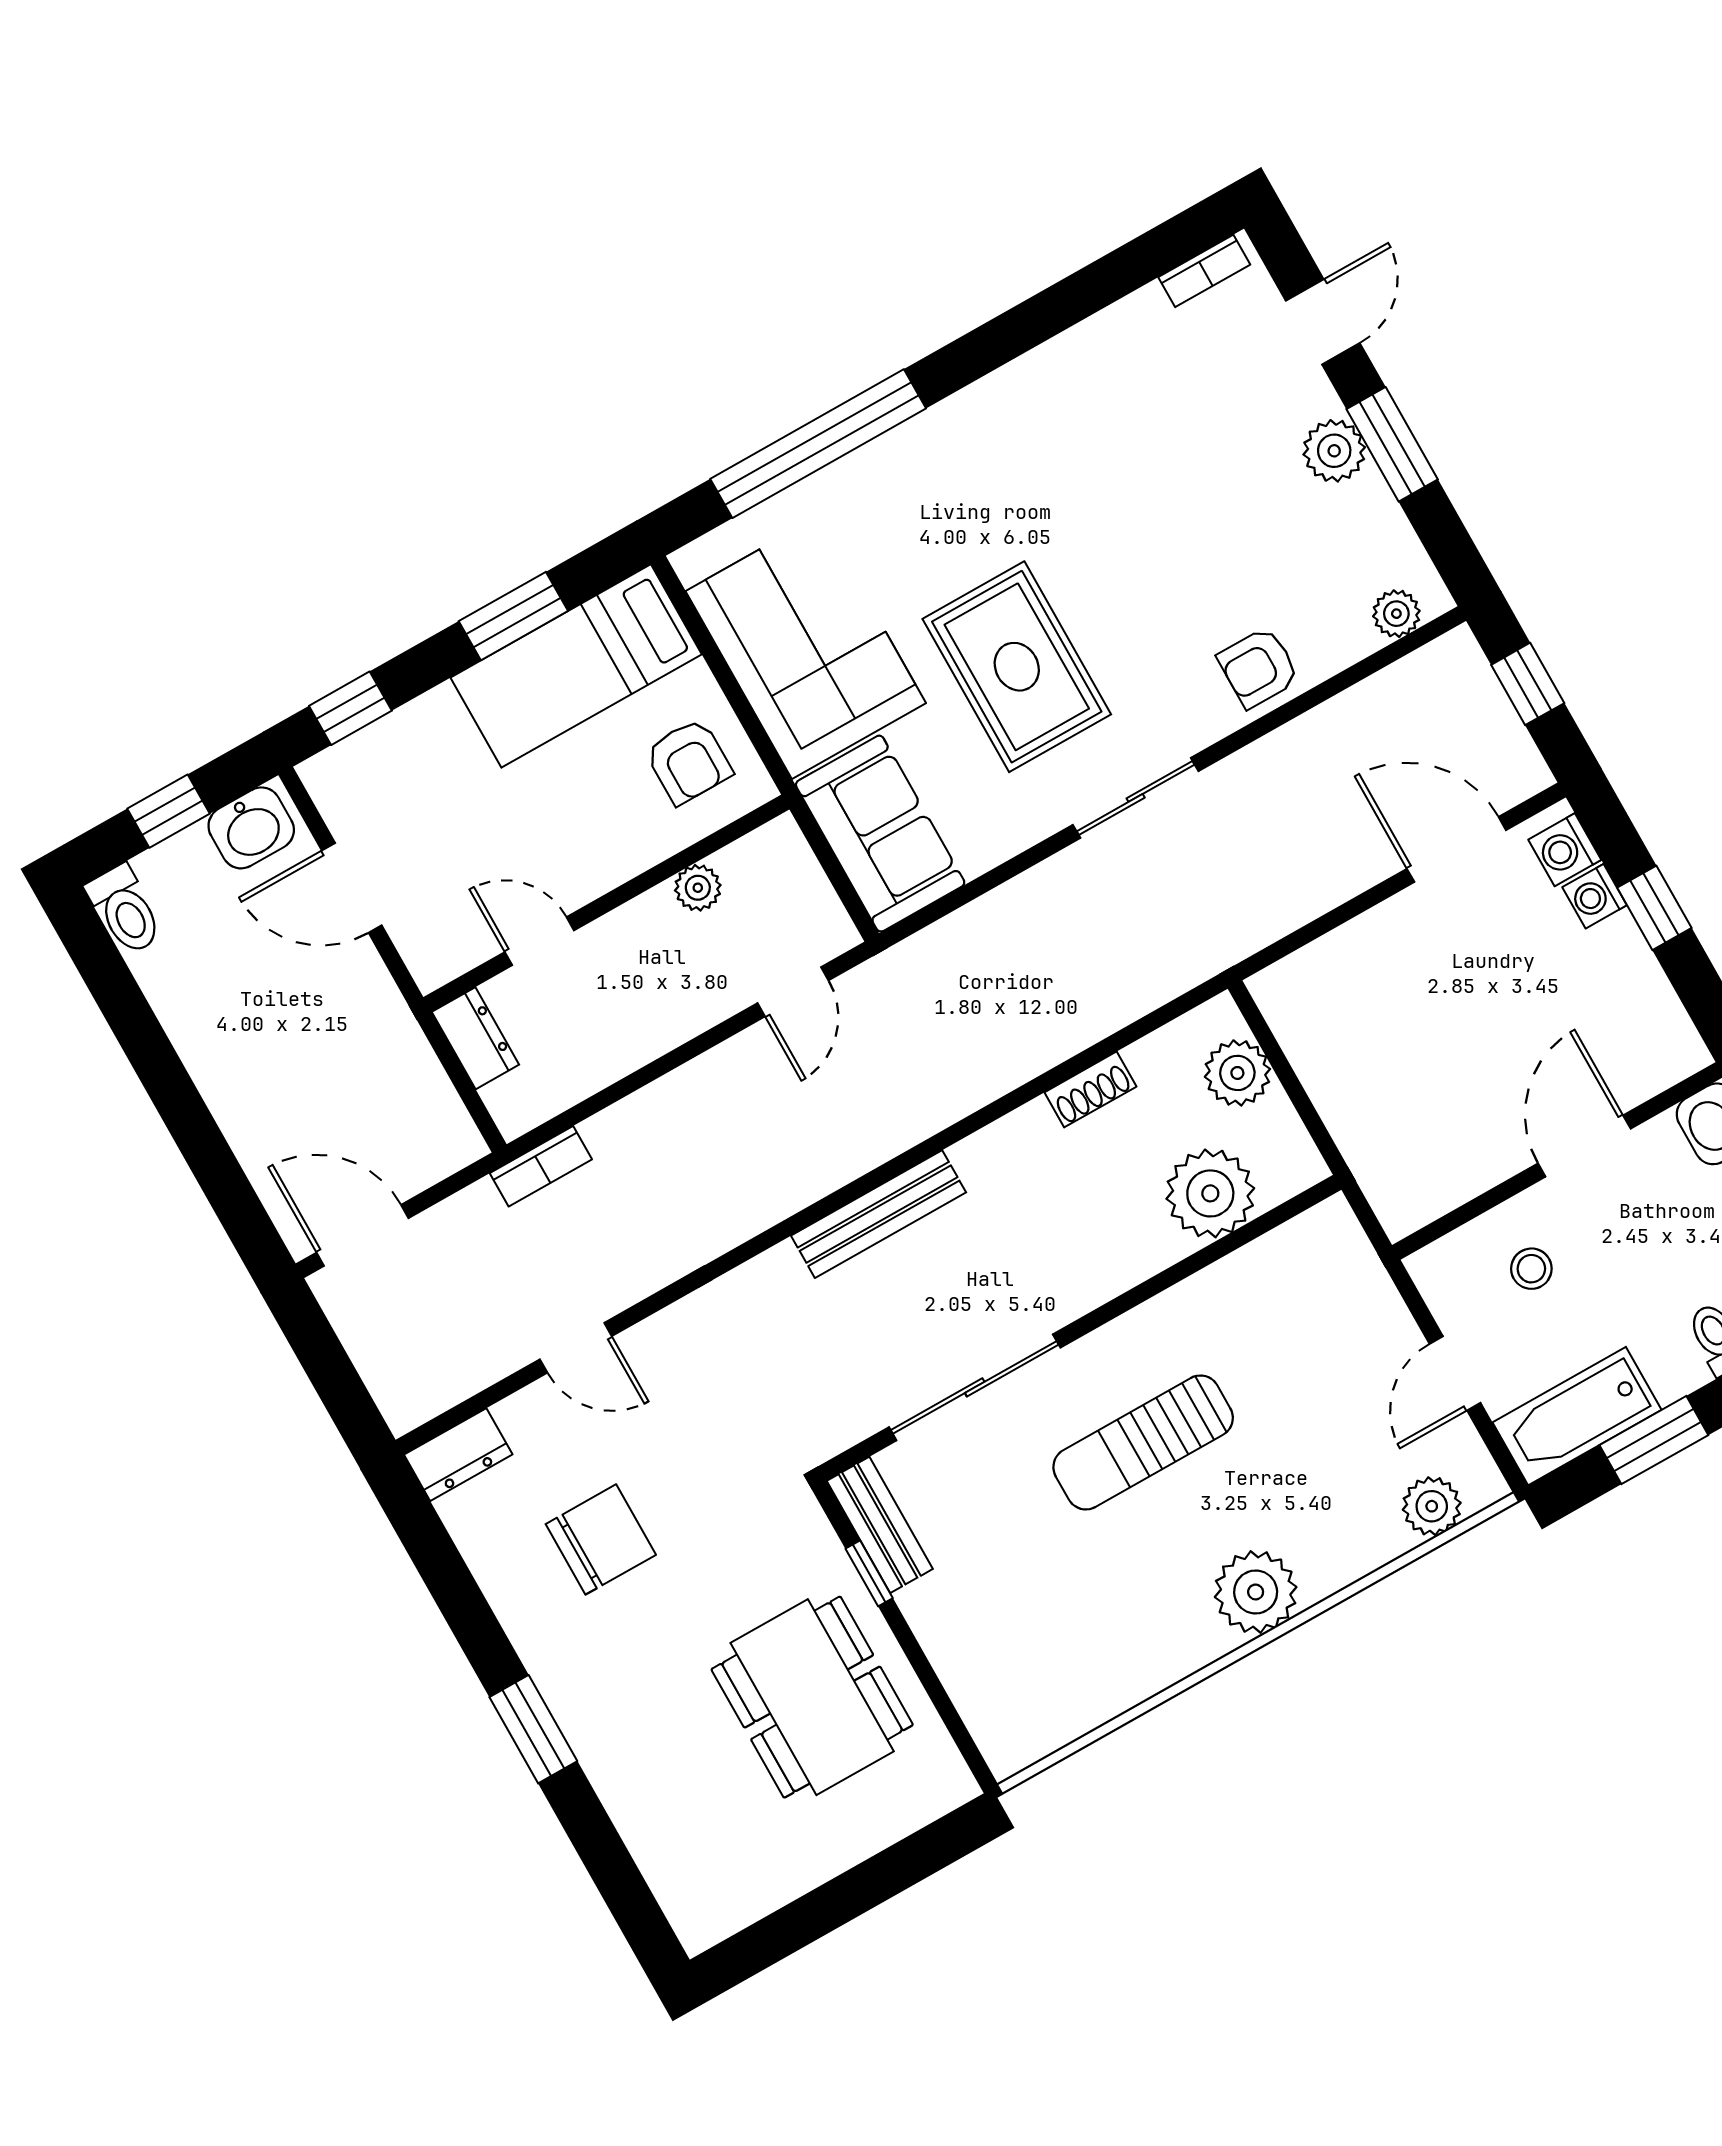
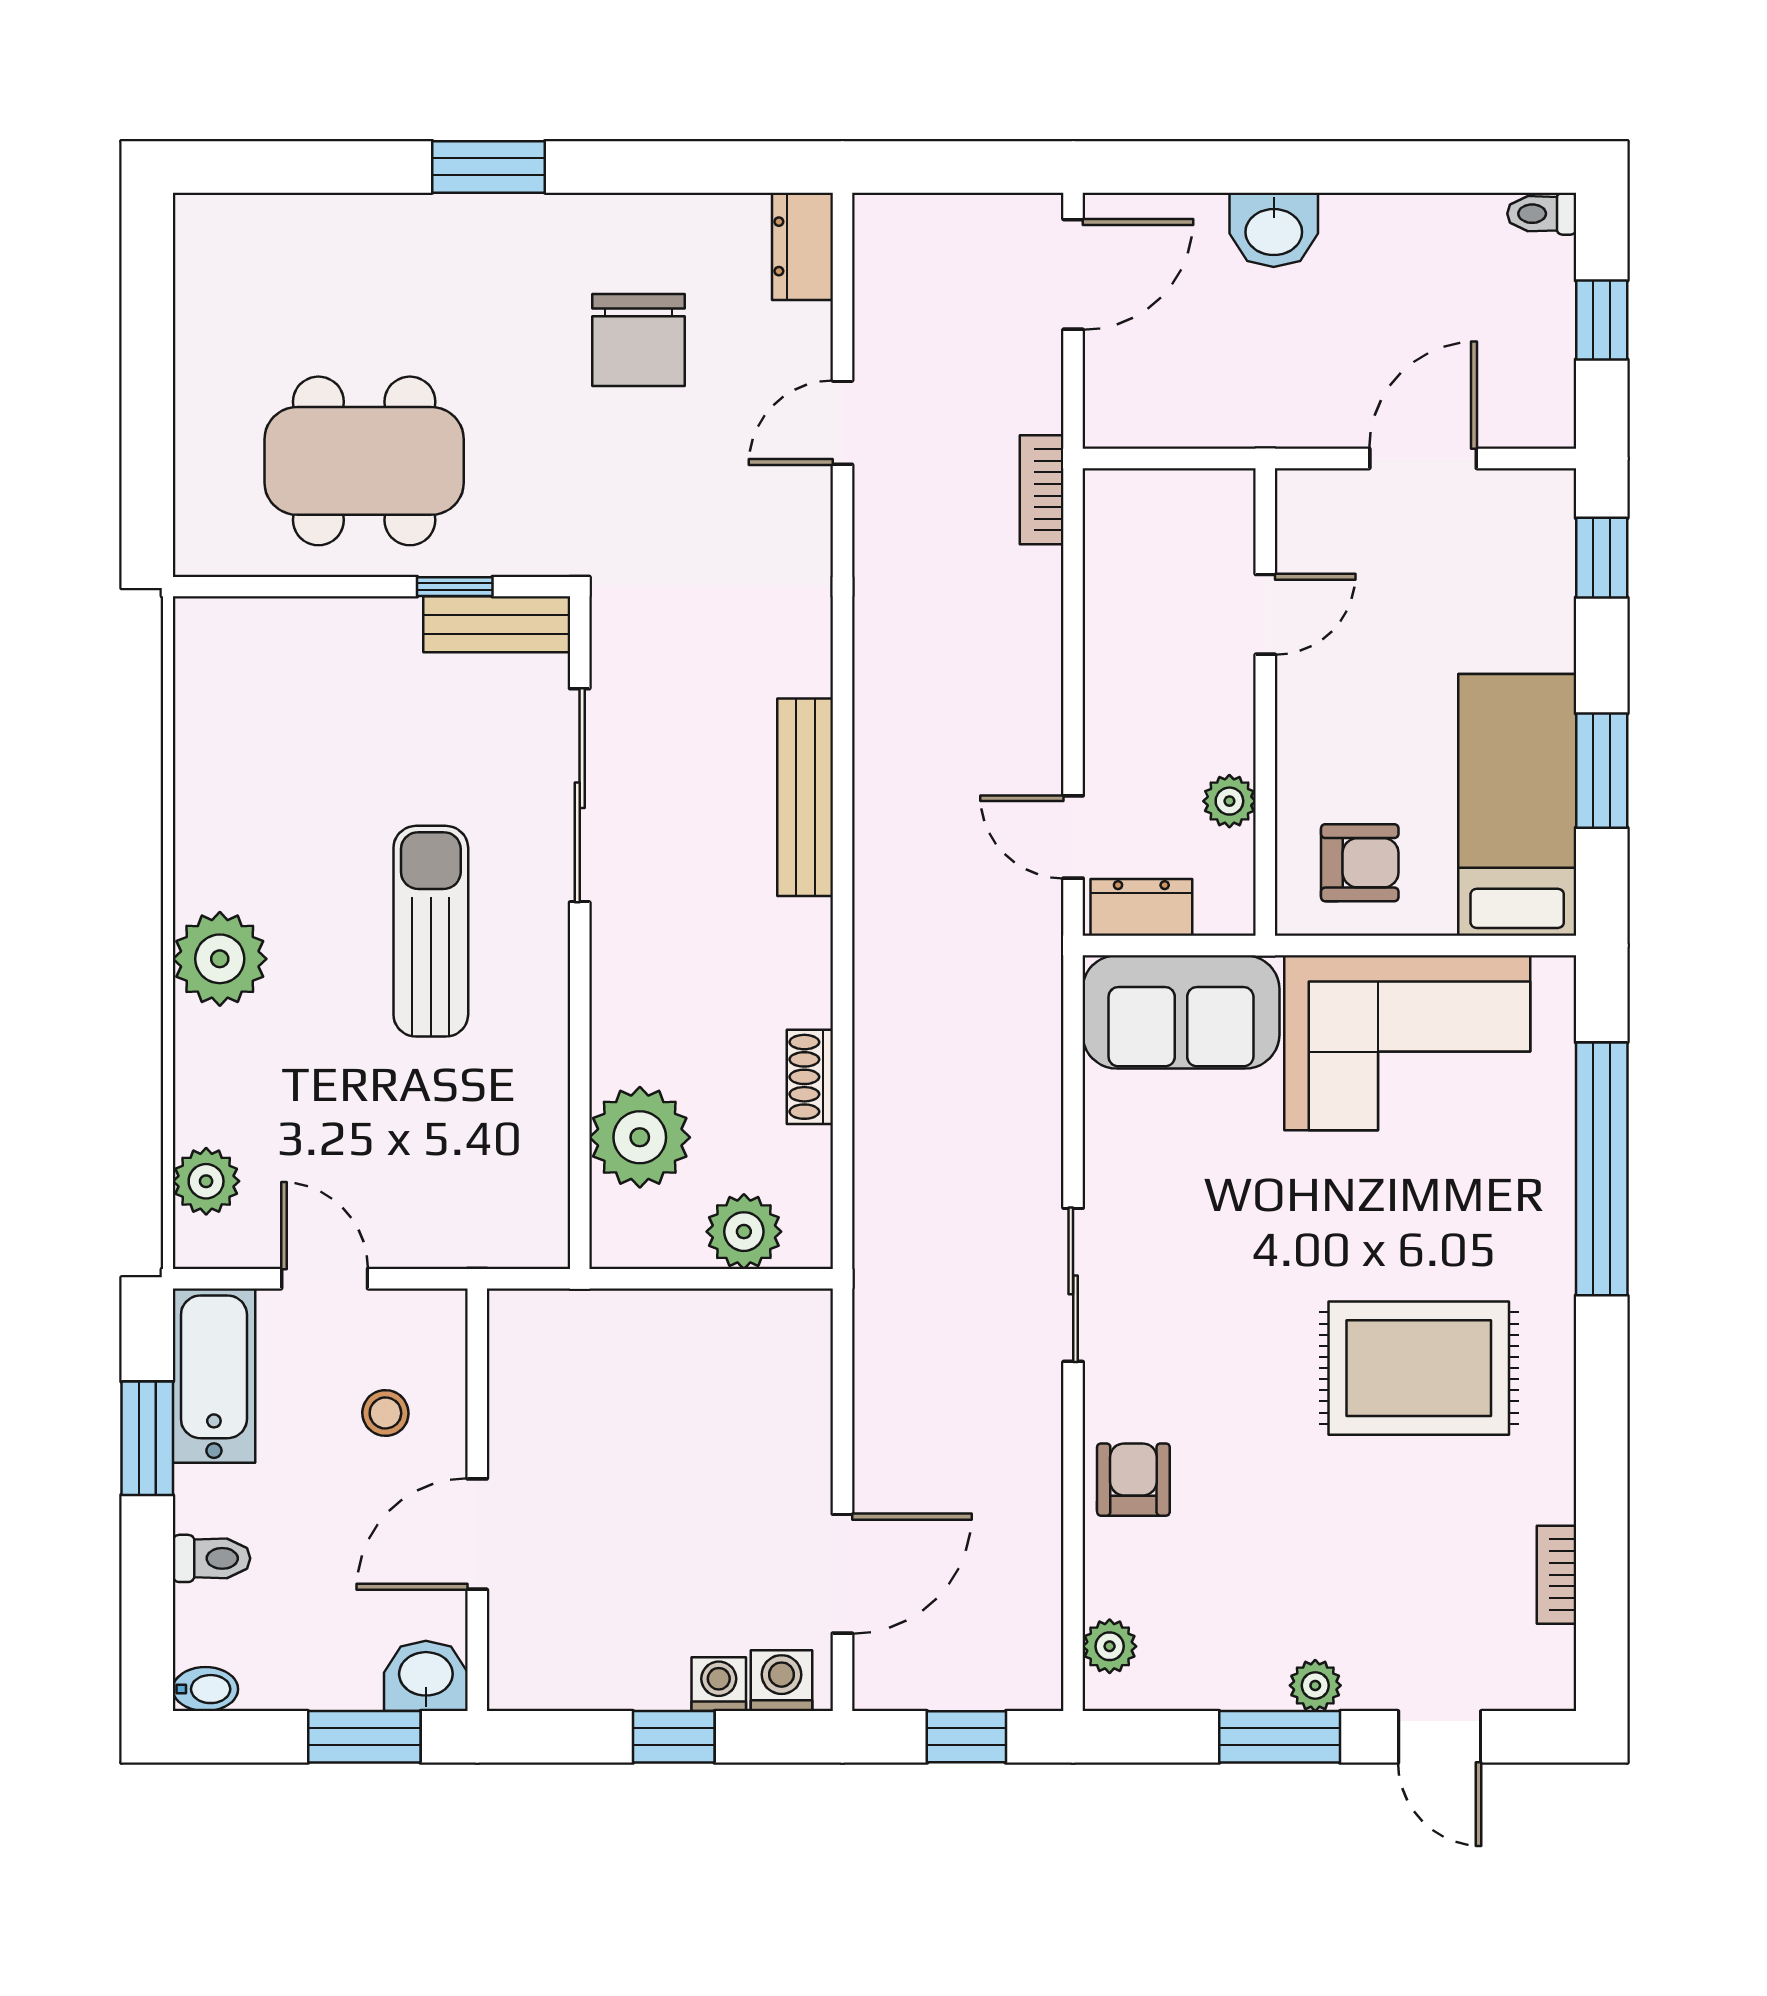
bookcase: (1204, 271) -> (1556, 1575), moved
plant: (1334, 451) -> (1315, 1685), width x0.73, depth x0.73
rug: (1017, 667) -> (1419, 1368), moved
armchair: (689, 761) -> (1360, 863), turned 180
washbasin: (251, 828) -> (1274, 230), moved, turned -90
toilet: (125, 910) -> (1542, 214), width x0.73, depth x0.72
dresser: (475, 1038) -> (1141, 907), moved, turned 180
door: (1584, 1146) -> (477, 1534), swing flipped

